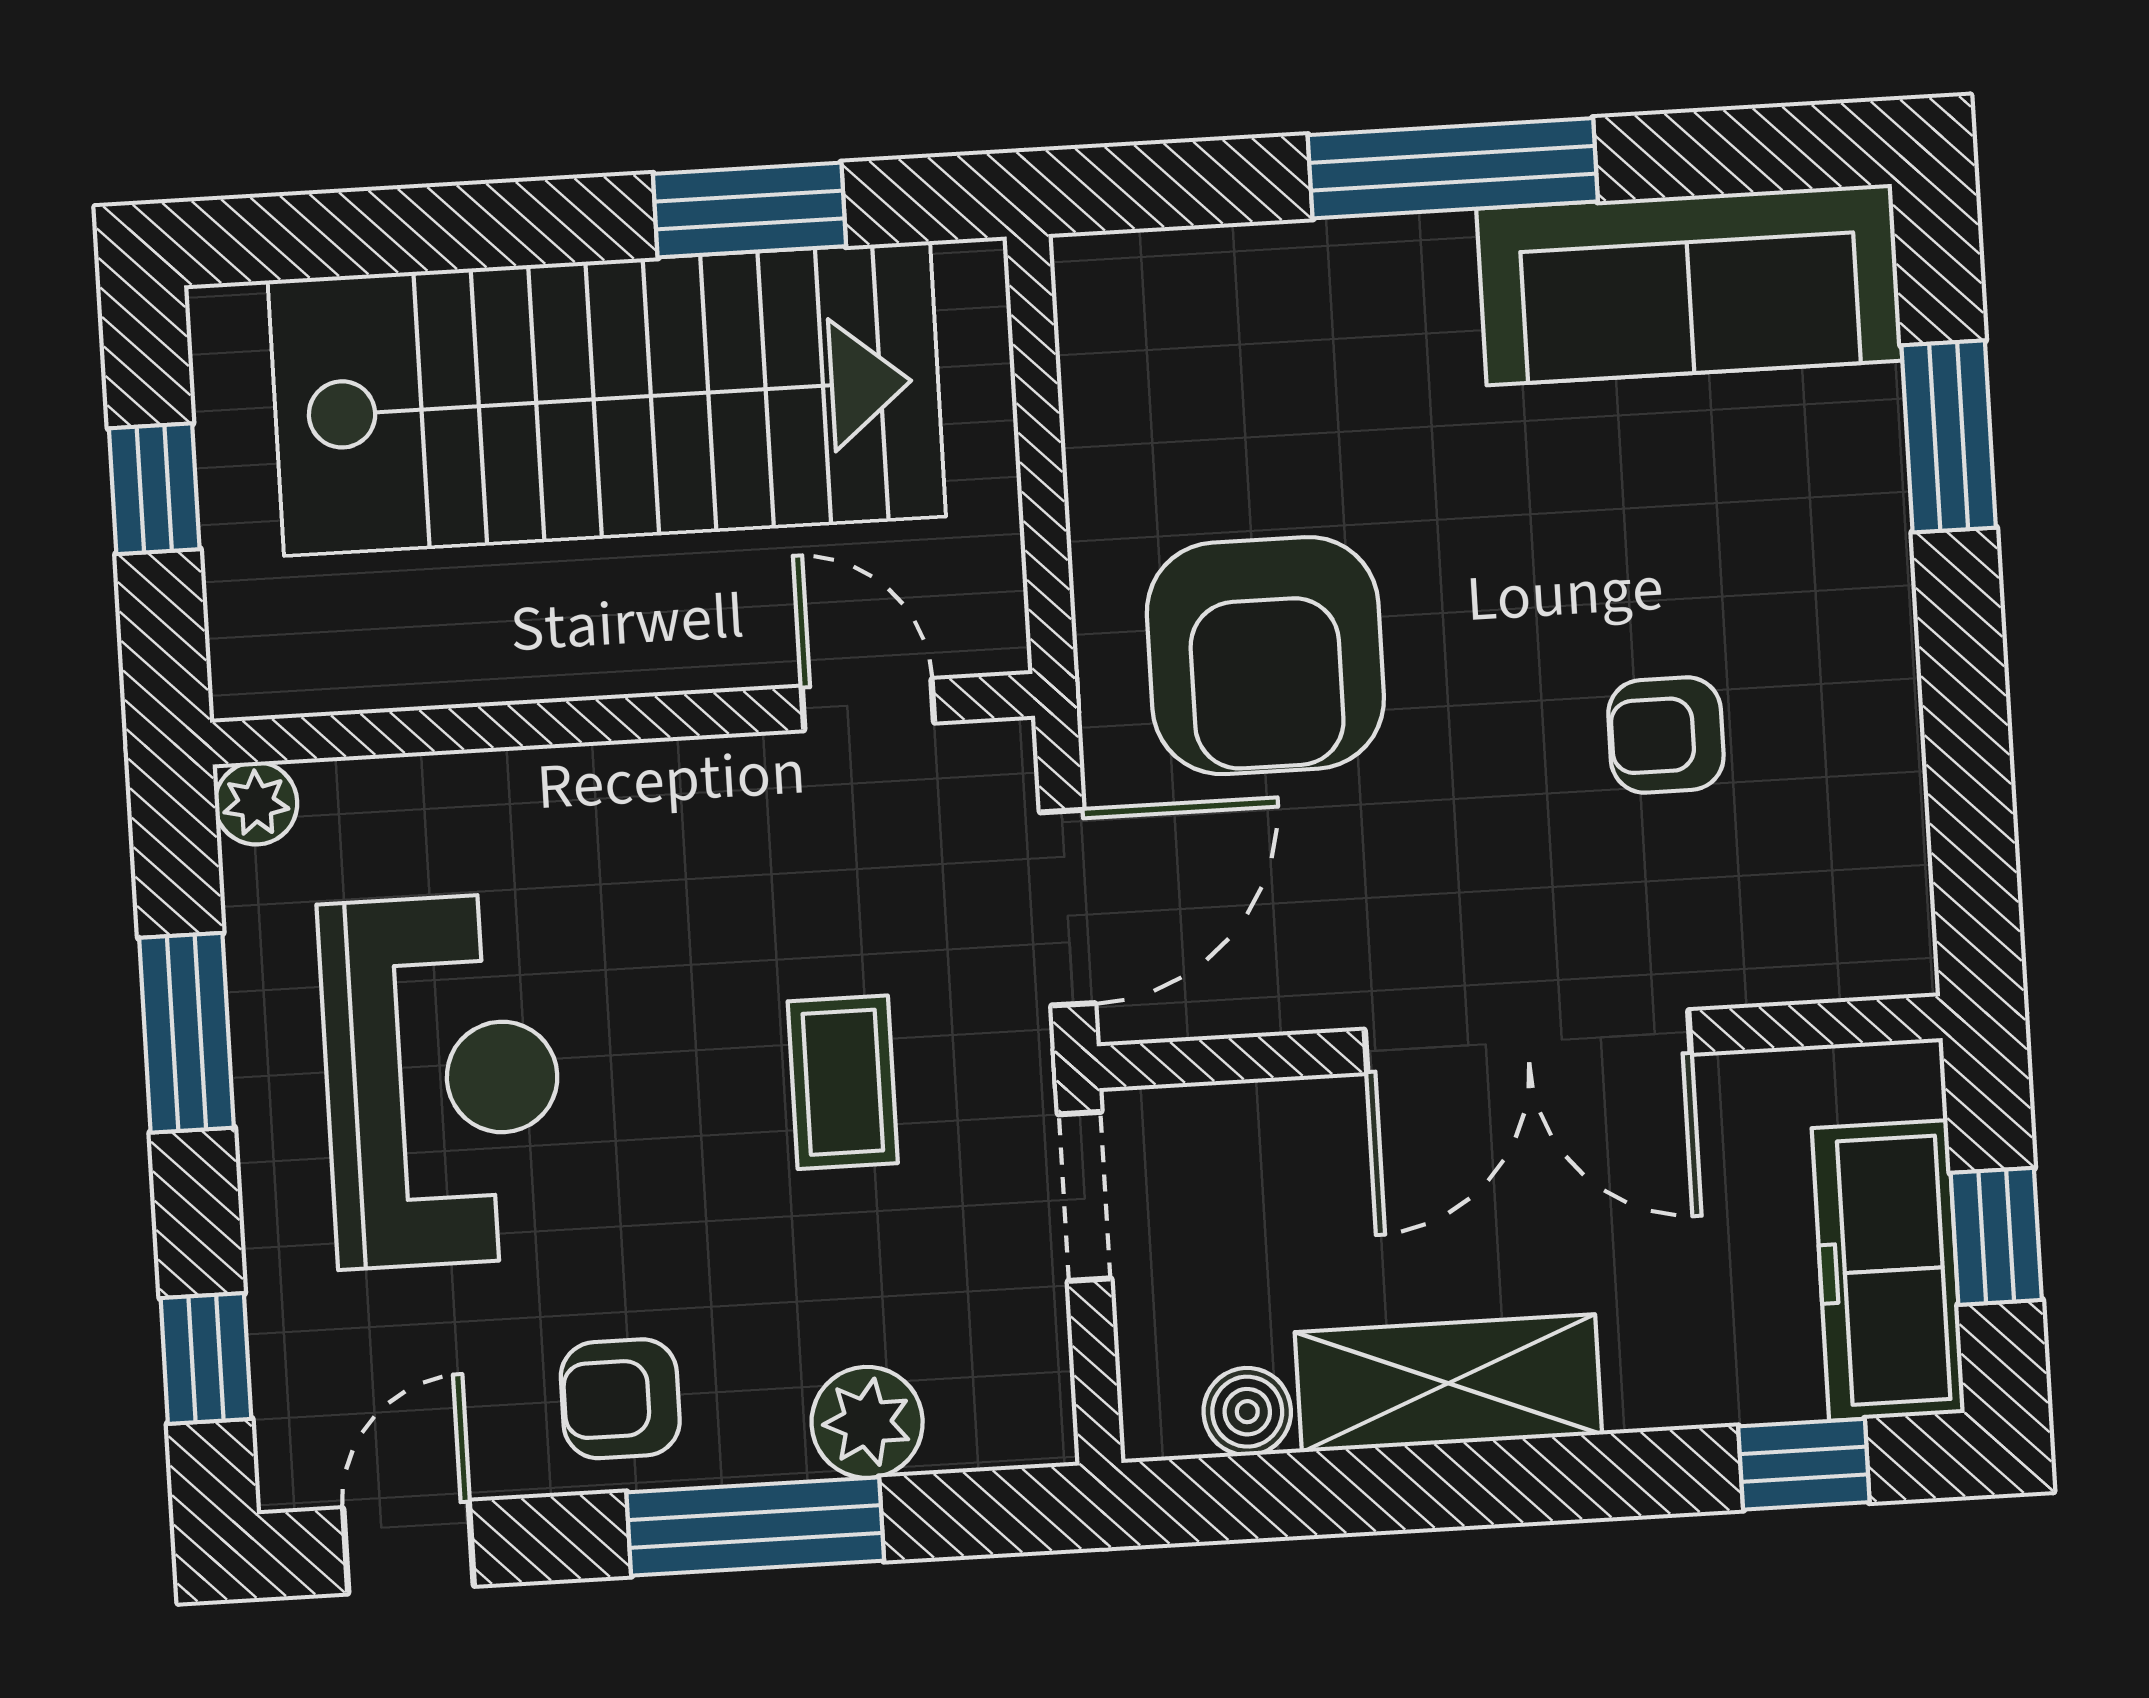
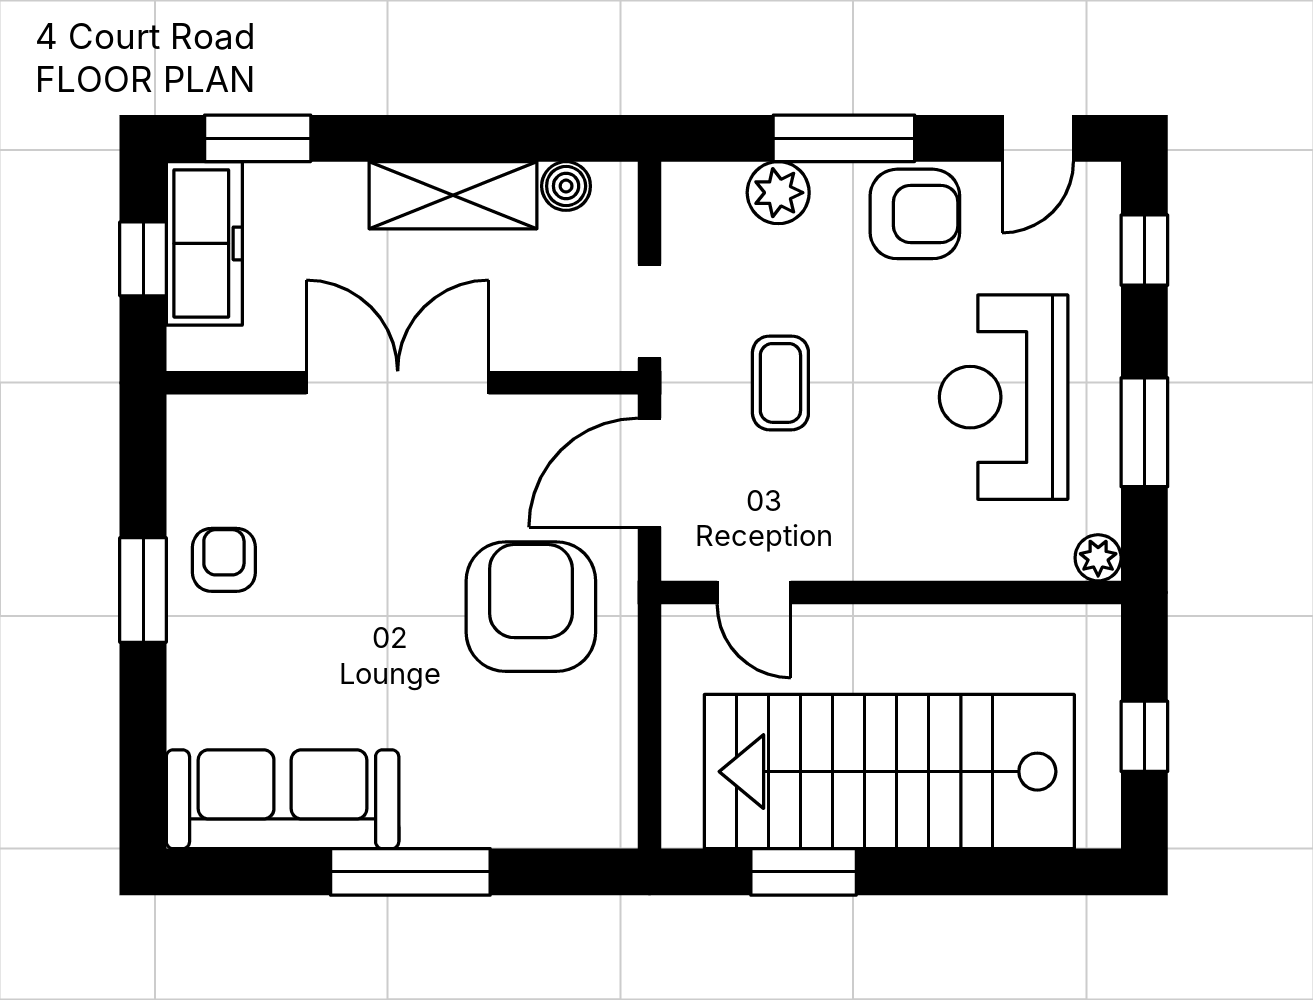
window: (1949, 436) -> (143, 590), moved
armchair: (1666, 735) -> (224, 560), moved, turned -90
armchair: (620, 1399) -> (915, 214), width x1.38, depth x1.38
window: (1804, 1464) -> (258, 138), width x1.50

